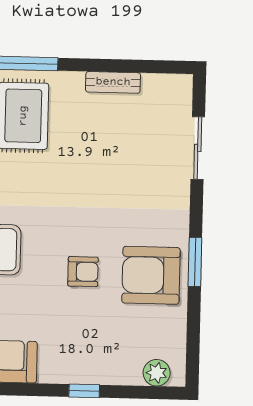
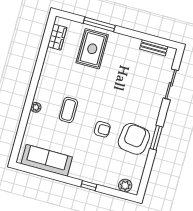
bench: (113, 82) -> (154, 48), moved
armchair: (151, 275) -> (134, 139), turned 97

